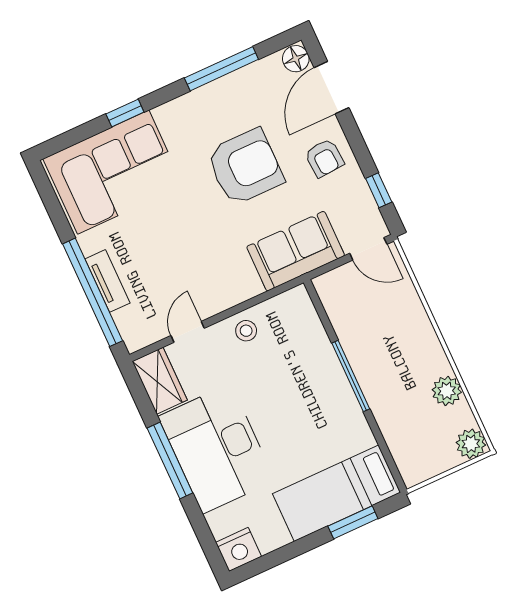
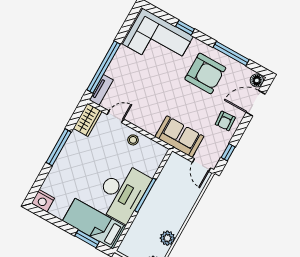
armchair: (245, 167) -> (205, 73), moved
tv unit: (108, 281) -> (101, 90), moved
desk: (217, 449) -> (122, 192), moved, turned 180

